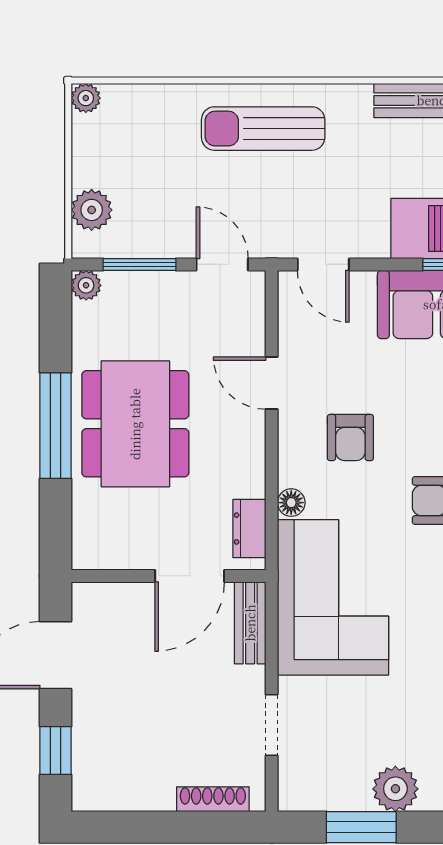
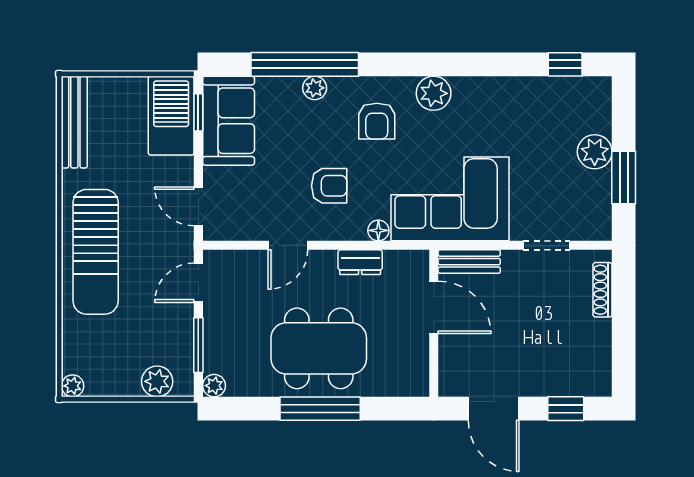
sun lounger: (263, 129) -> (96, 252), width x1.36, depth x1.34
door: (323, 264) -> (198, 206), swing flipped
dresser: (249, 529) -> (360, 262), moved

